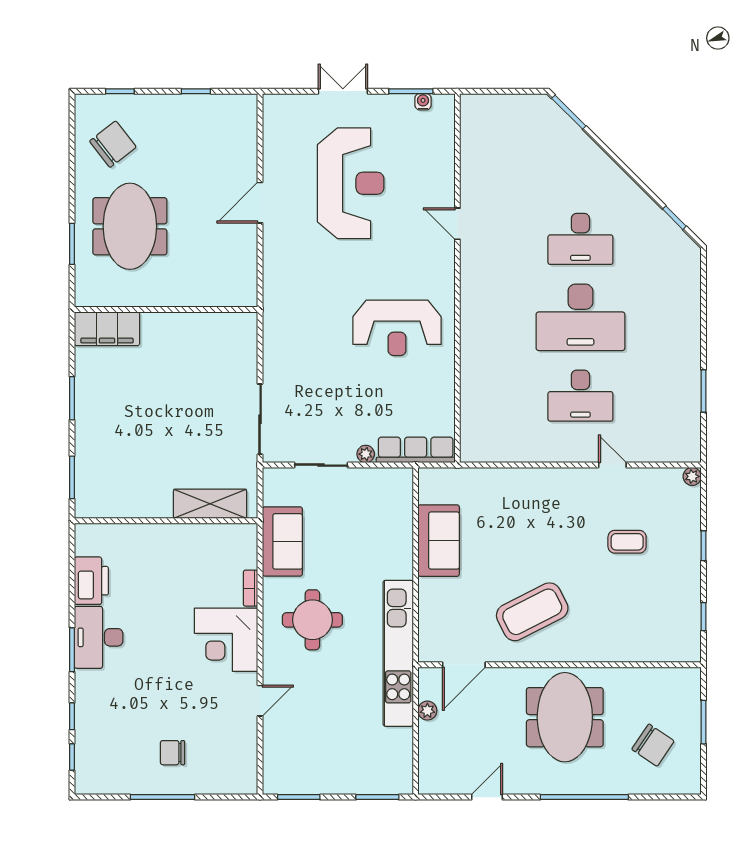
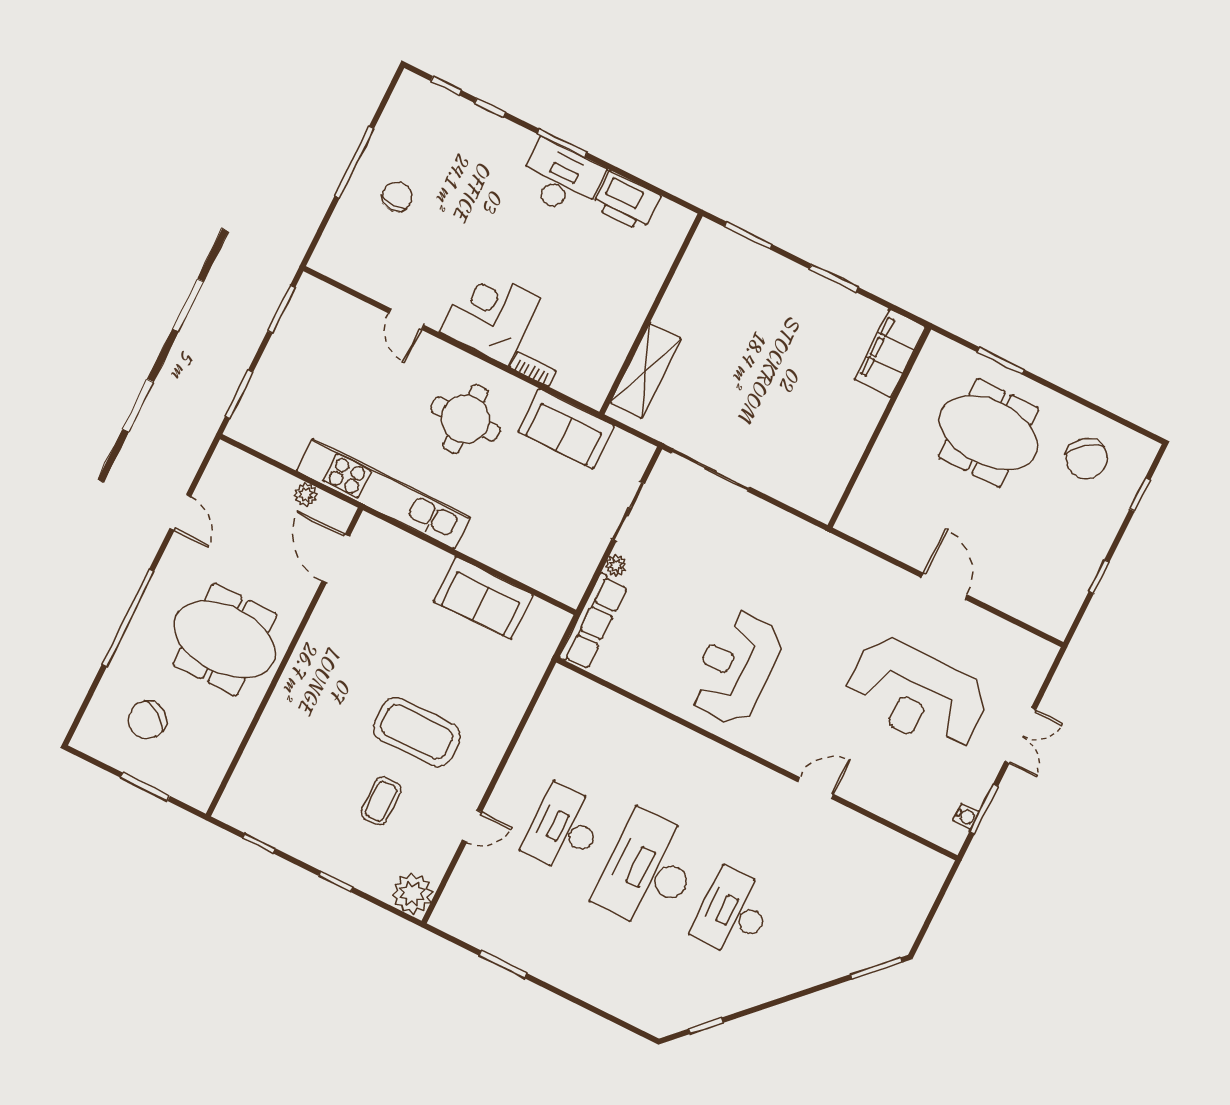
plant: (692, 476) -> (412, 893), width x1.88, depth x1.88
coffee table: (532, 612) -> (417, 732), moved, turned -63

